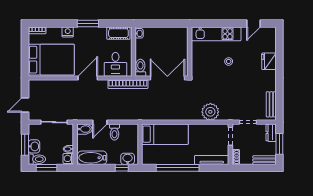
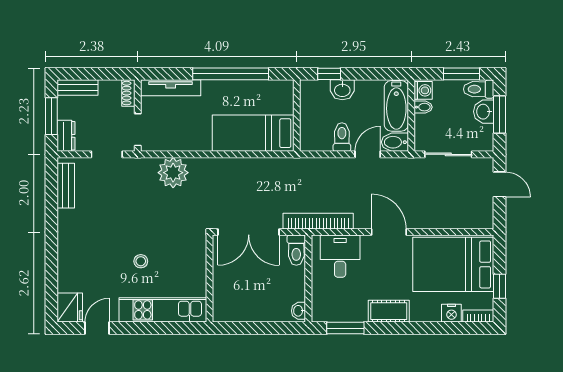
window: (88, 24) -> (345, 328), moved
nightstand: (68, 32) -> (451, 313), moved
cot: (118, 33) -> (389, 311), moved
window: (25, 47) -> (499, 286), added
fridge: (269, 61) -> (70, 308), moved
door: (88, 78) -> (389, 232), swing flipped
door: (25, 105) -> (499, 184), hinge flipped
bathtub: (92, 158) -> (396, 106), moved, turned 90
washbasin: (128, 159) -> (342, 90), moved

